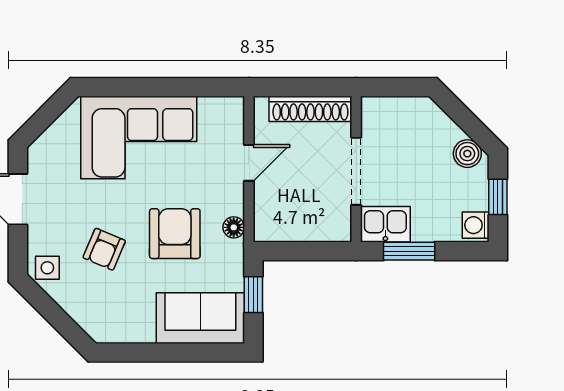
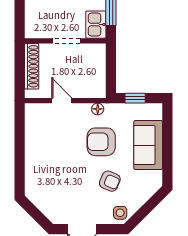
corner sofa: (139, 137) -> (48, 162), removed
doorway: (356, 171) -> (66, 41), width x0.73
sofa: (200, 318) -> (148, 145), moved

